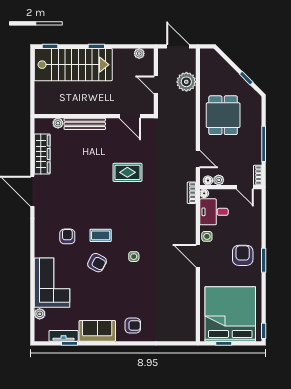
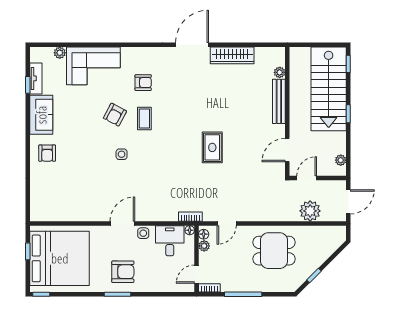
wall: (94, 116) -> (287, 111), moved
door: (130, 116) -> (287, 150), moved
plant: (58, 123) -> (280, 72), moved
bench: (85, 124) -> (279, 101), moved

